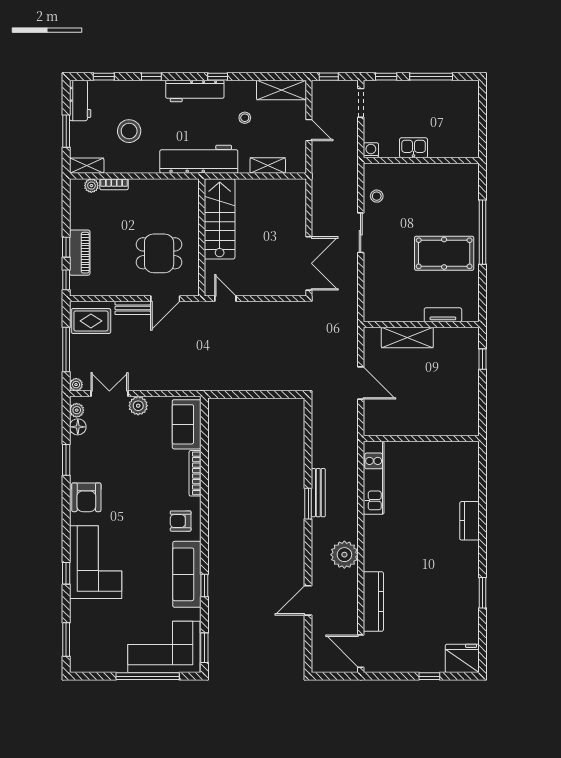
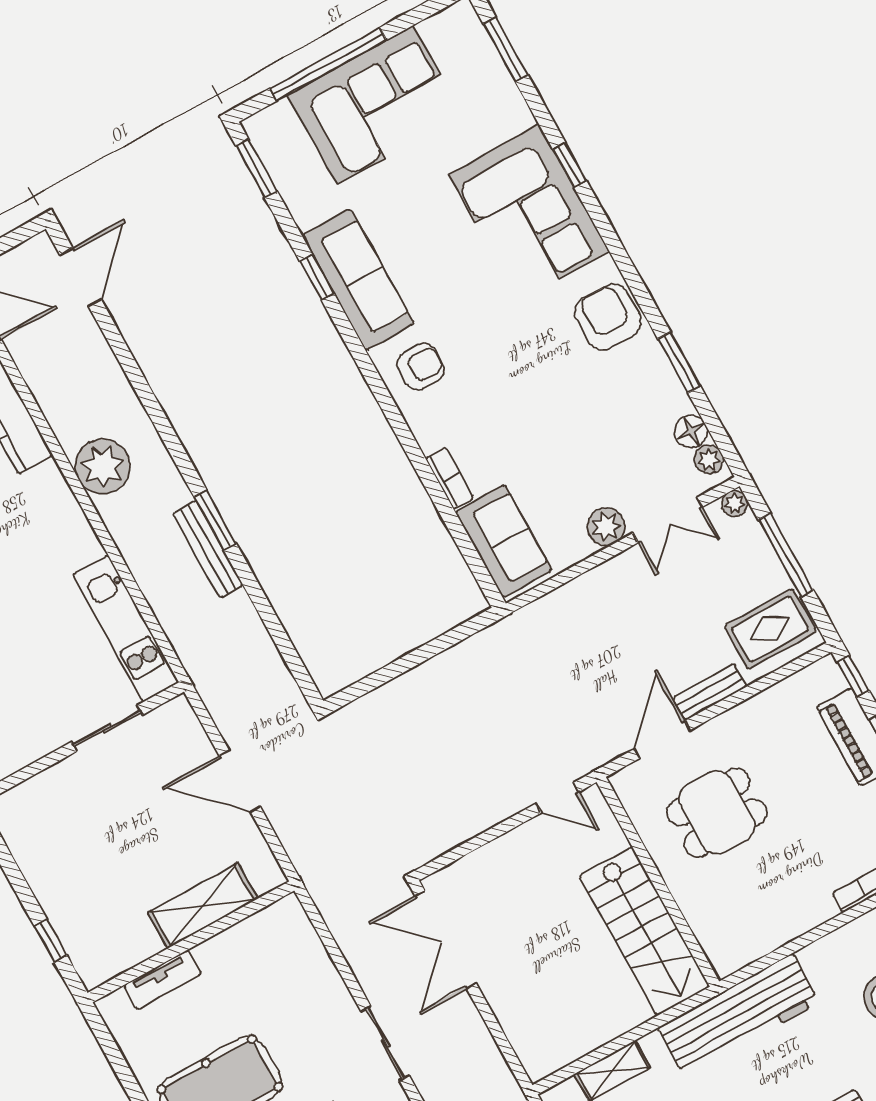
sliding door: (406, 439) -> (107, 728), added
bookcase: (195, 473) -> (449, 478), width x0.64
door: (308, 600) -> (81, 277), moved
corner sofa: (164, 647) -> (375, 105), moved

